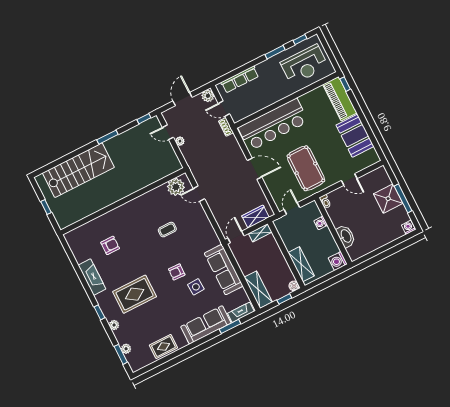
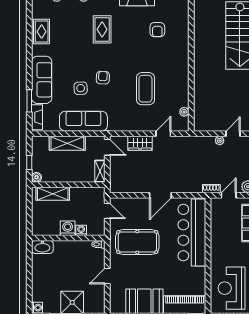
plant: (176, 187) -> (184, 112), width x0.53, depth x0.53
wardrobe: (256, 217) -> (140, 143), moved, turned 90
coffee table: (167, 230) -> (145, 89), width x1.86, depth x1.72
washbasin: (346, 236) -> (42, 247), moved
washing machine: (338, 261) -> (68, 228), moved
shelving: (258, 290) -> (67, 143), moved
rug: (135, 294) -> (102, 29), width x0.73, depth x0.70

